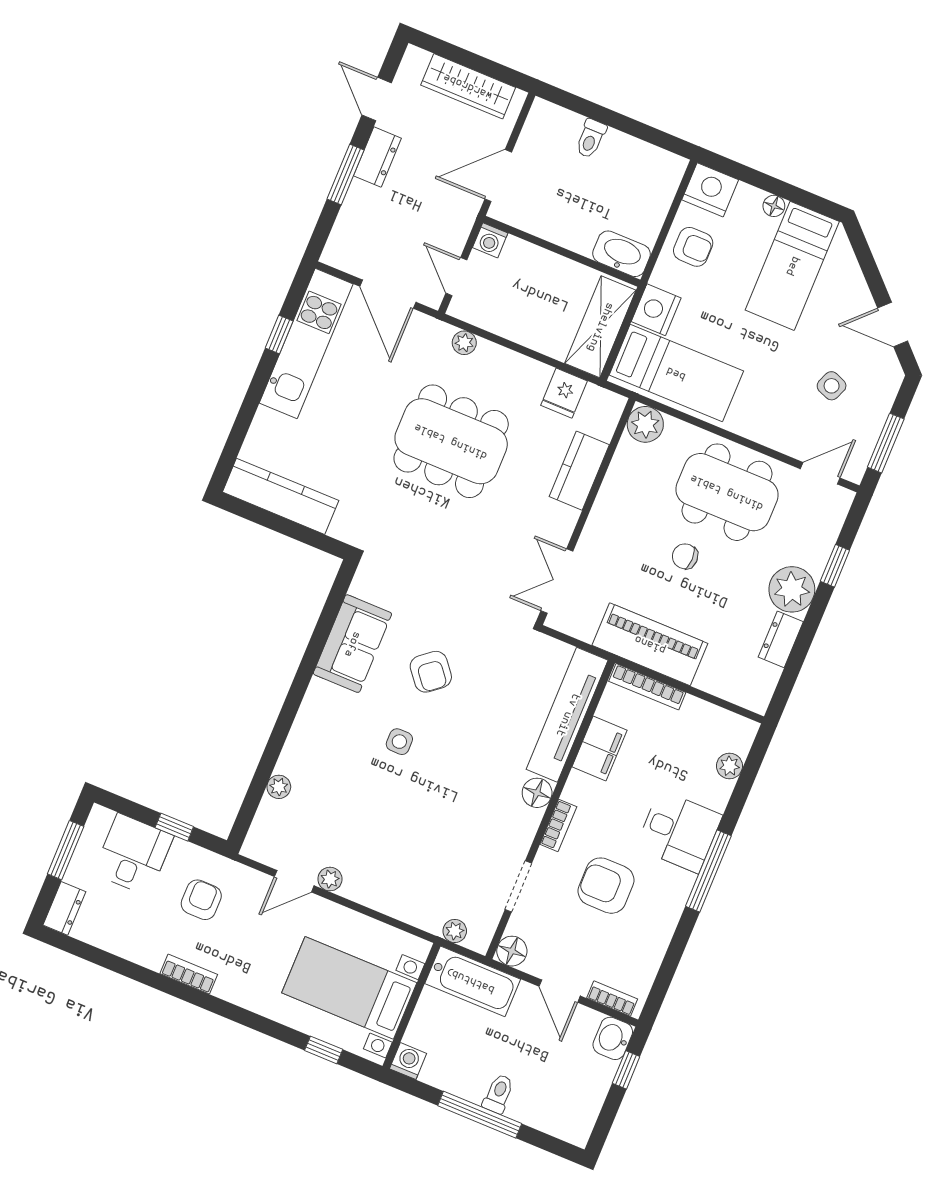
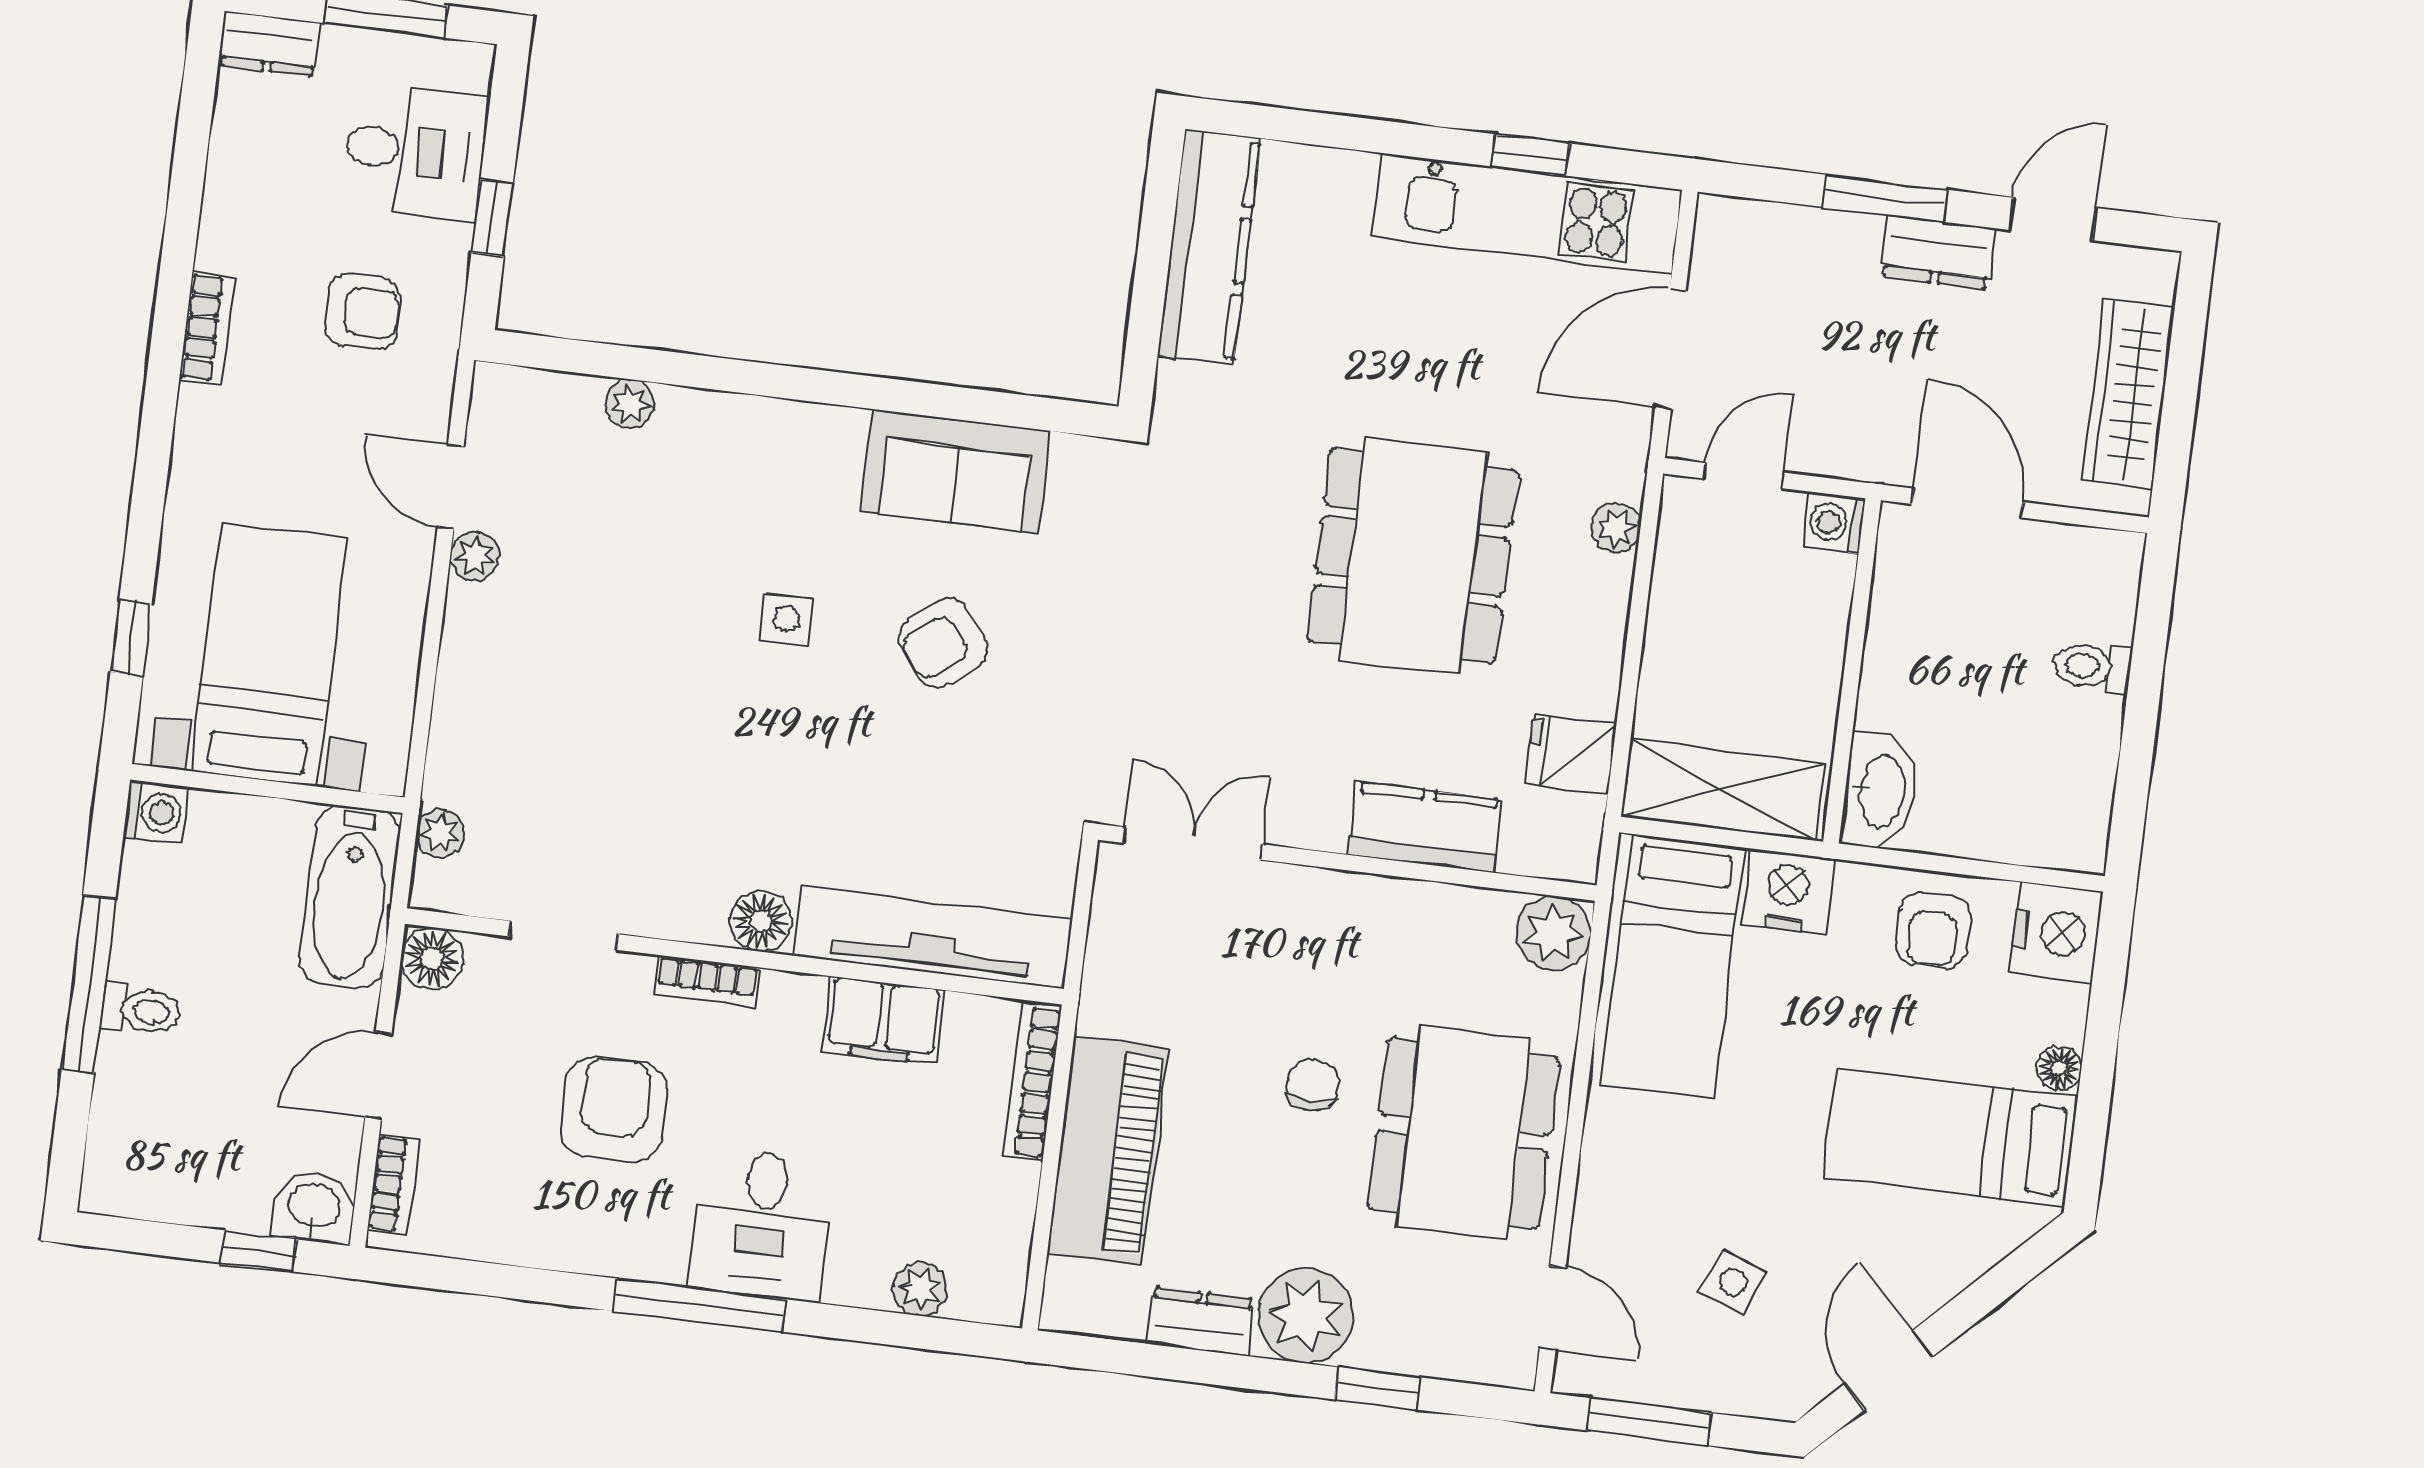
piano: (650, 644) -> (1108, 1151), moved

